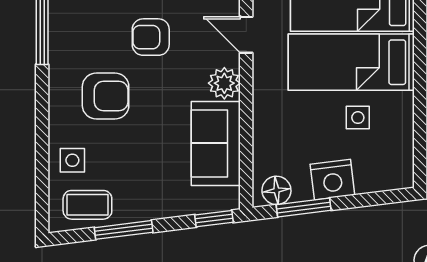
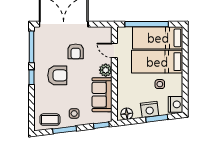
armchair: (151, 37) -> (76, 51), turned -90
window: (42, 100) -> (31, 77), added
side table: (72, 160) -> (74, 113), moved
nightstand: (397, 167) -> (176, 104), added
window: (304, 207) -> (157, 118), moved

